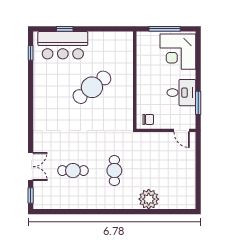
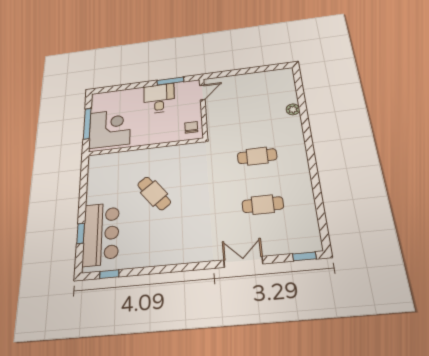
corner desk: (178, 52) -> (110, 128), moved, turned -90
cafe table: (92, 87) -> (154, 193), width x0.73, depth x0.74
double door: (31, 167) -> (243, 262), moved
cafe table: (73, 171) -> (263, 205), turned 90
plant: (149, 199) -> (293, 109), width x0.53, depth x0.53

